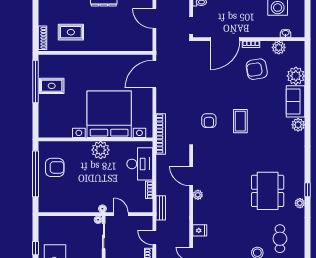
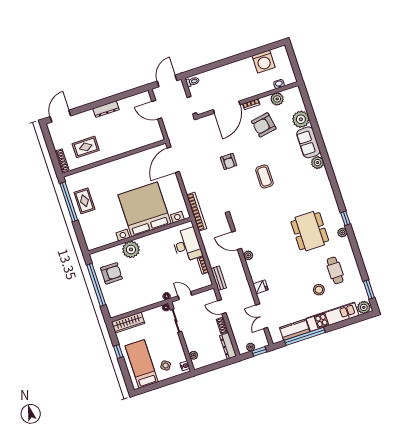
rug: (52, 86) -> (84, 201), turned 90
armchair: (209, 121) -> (229, 161), moved
plant: (101, 150) -> (131, 249), moved
wardrobe: (55, 222) -> (128, 323), added

